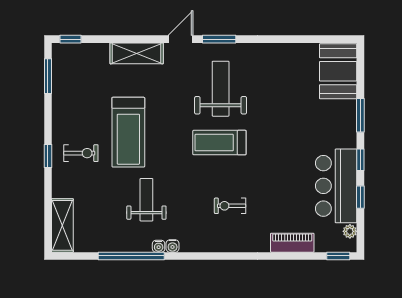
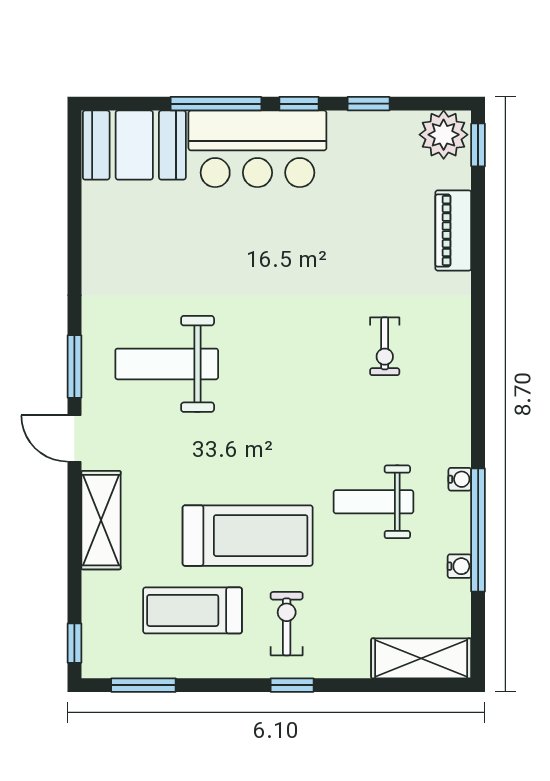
window: (360, 115) -> (216, 104), width x1.44
treadmill: (219, 143) -> (193, 610), moved, turned 90
bar counter: (336, 186) -> (257, 149), moved
plant: (350, 231) -> (444, 135), width x1.88, depth x1.88
water cooler: (173, 246) -> (459, 566), moved

